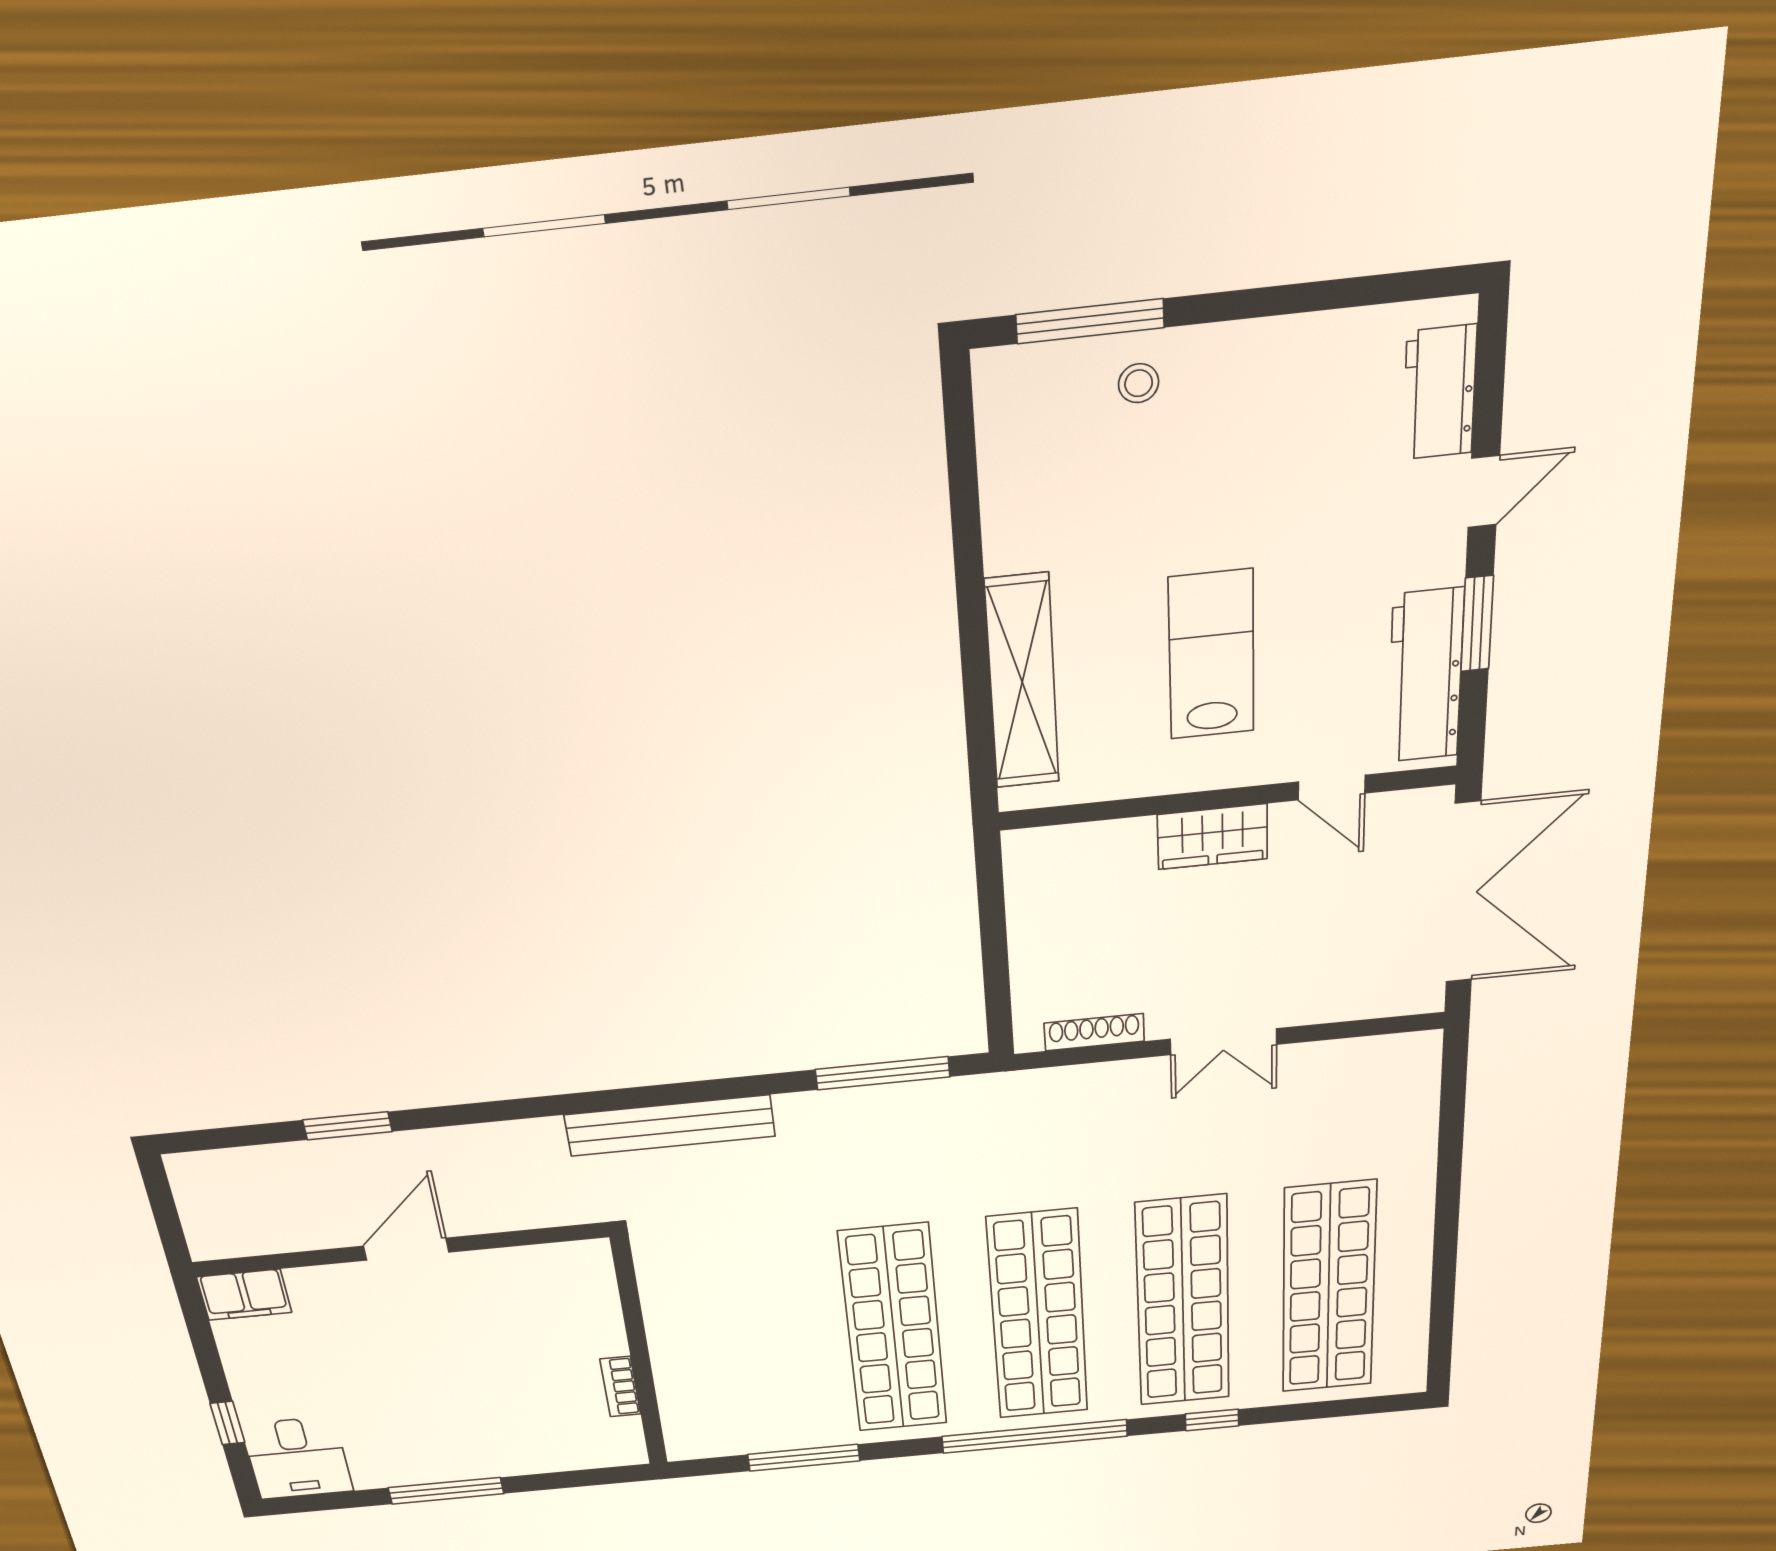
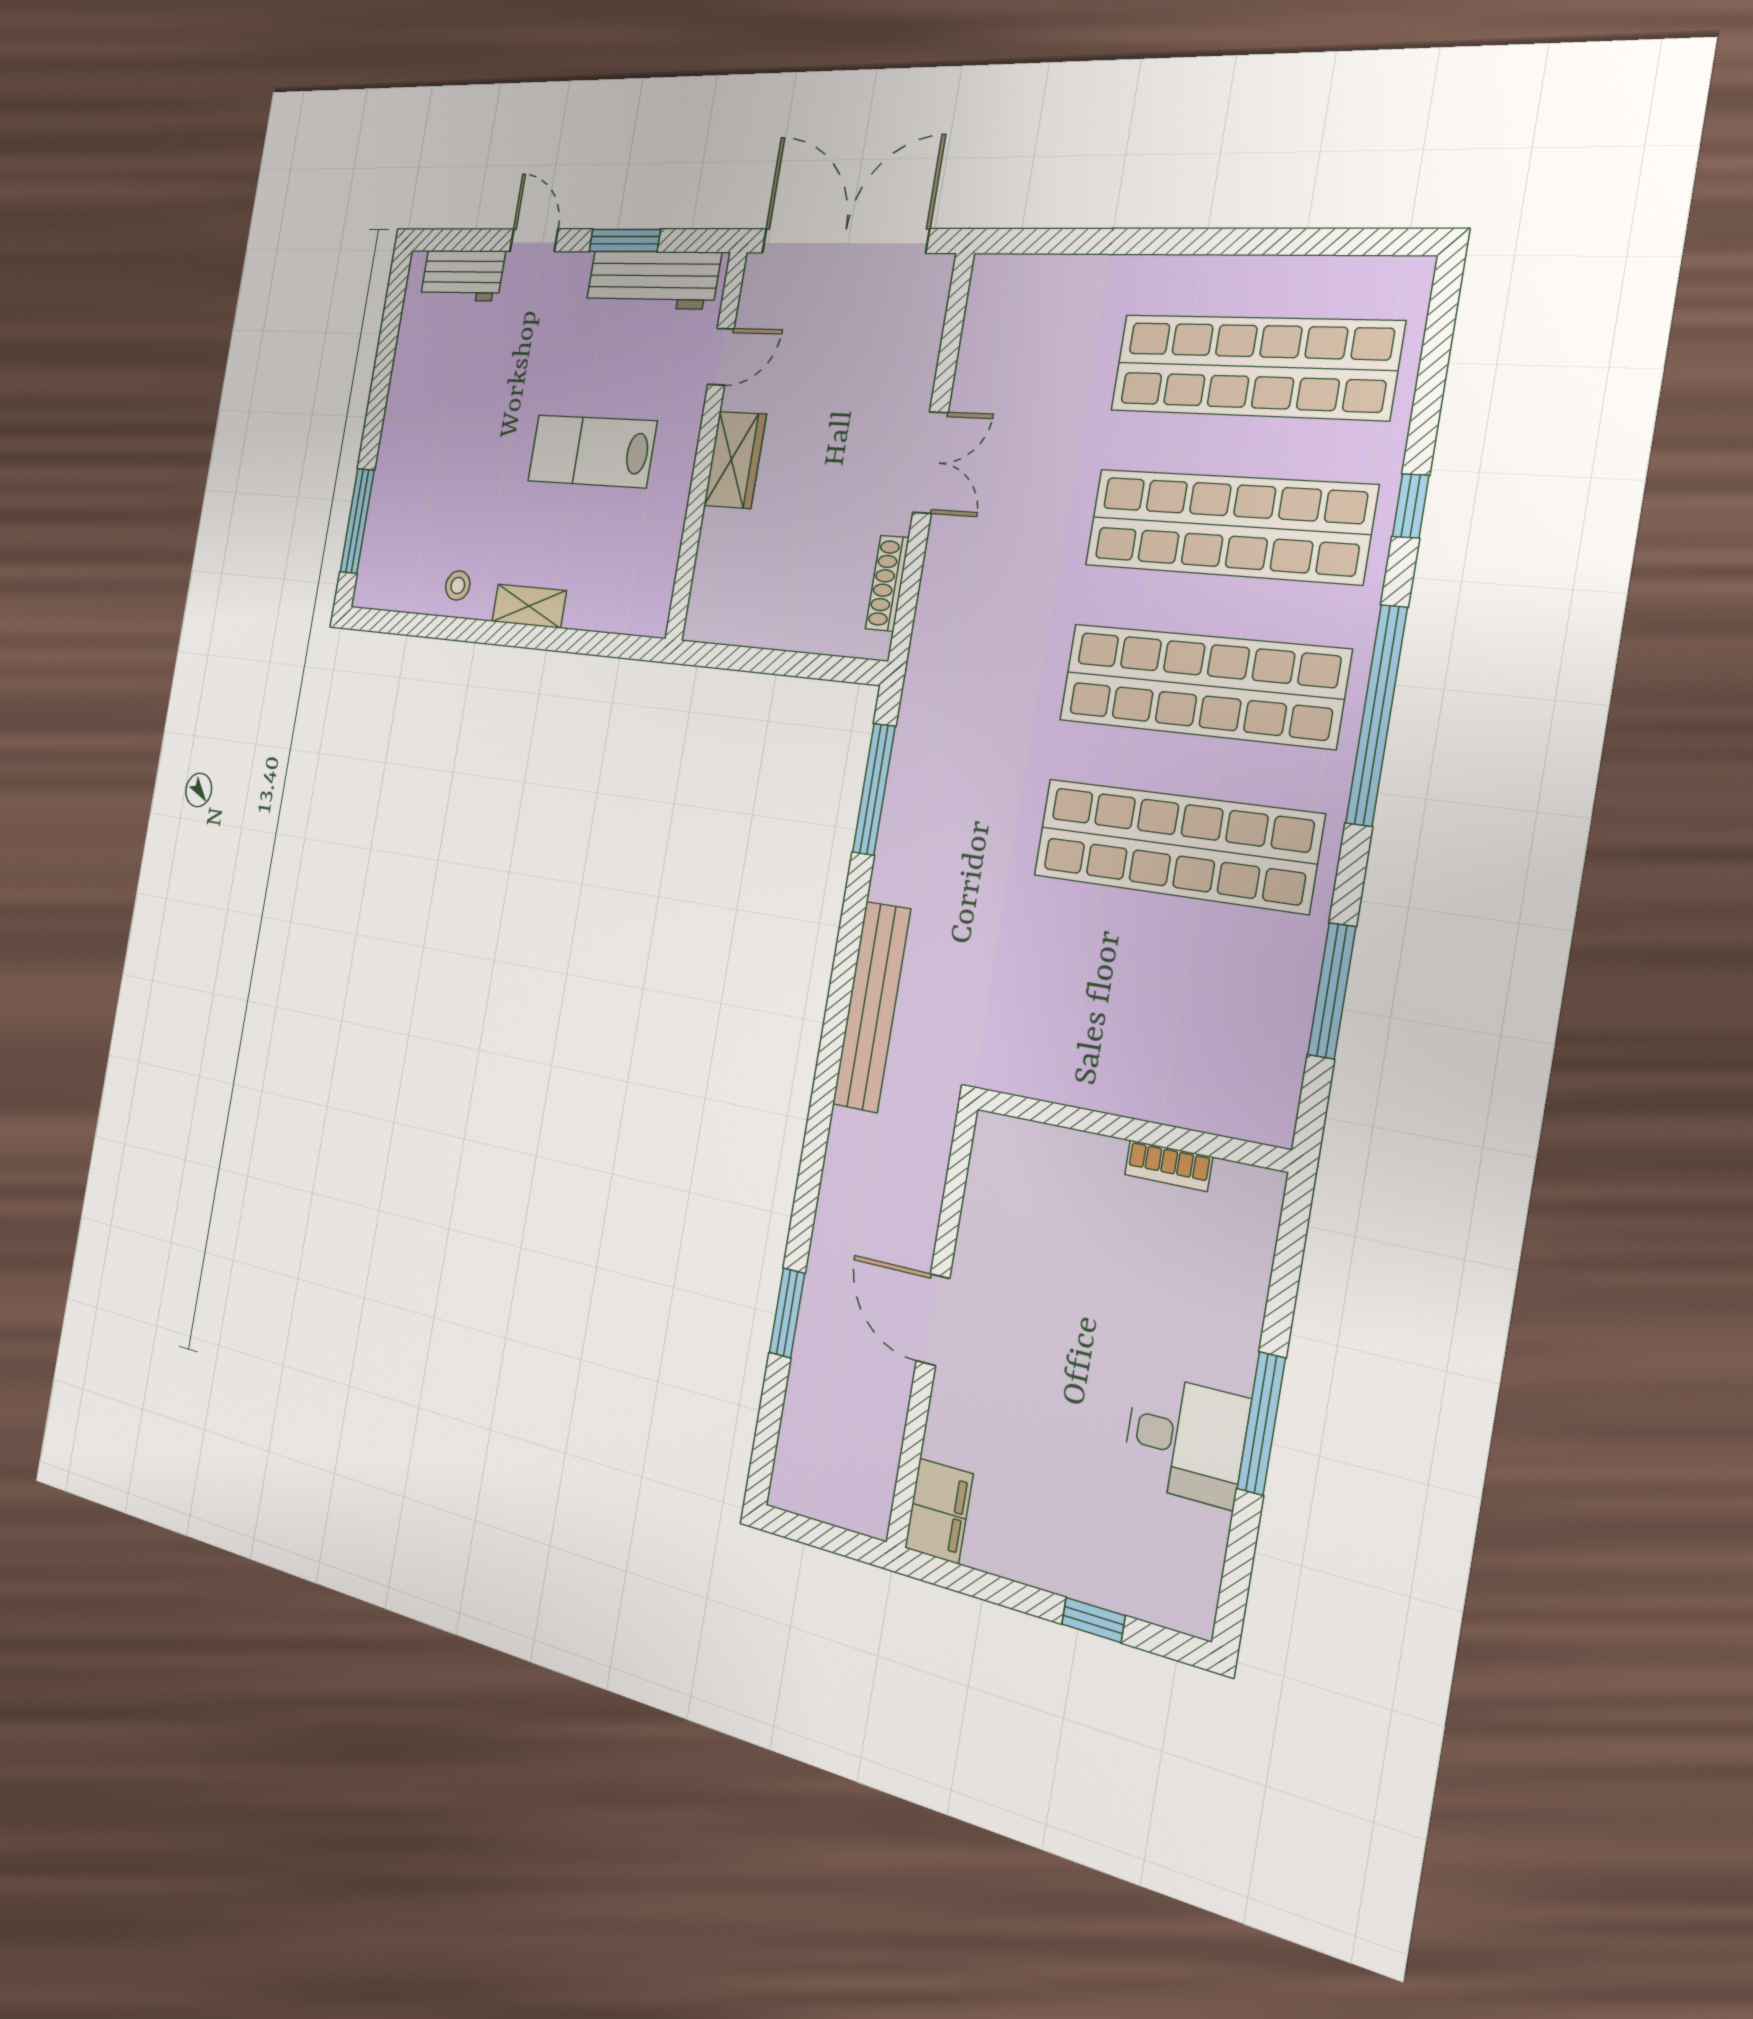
stool: (1139, 383) -> (458, 585), moved
shelving: (1022, 682) -> (529, 606), width x0.45, depth x0.75
desk: (297, 1458) -> (1185, 1440), moved

